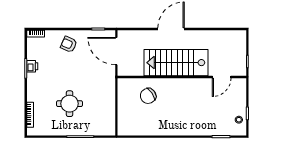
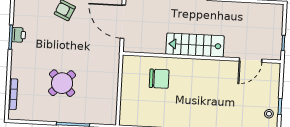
stairs: (176, 63) -> (195, 45), width x0.73, depth x0.66
chair: (148, 96) -> (159, 79), turned -146
round table: (70, 104) -> (62, 83), turned 45

